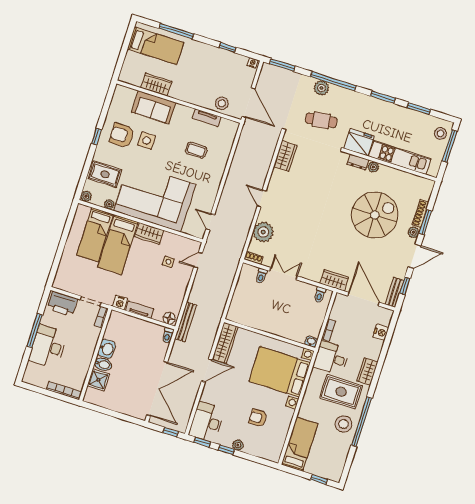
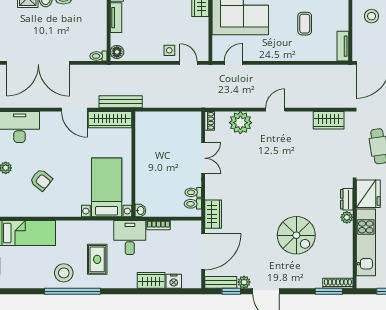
stool: (222, 103) -> (372, 16), moved
tv unit: (207, 118) -> (343, 46), moved
shoe rack: (421, 213) -> (338, 283), moved
spiral stairs: (375, 215) -> (296, 235), width x0.73, depth x0.73
window: (425, 222) -> (329, 291), moved
plant: (413, 232) -> (244, 282), moved
side table: (168, 262) -> (169, 50), moved
toilet: (261, 276) -> (193, 192), moved
bench: (186, 322) -> (121, 102), moved
wardrobe: (367, 371) -> (151, 280), moved
bed with nightstands: (280, 372) -> (107, 187), width x0.73
rug: (341, 392) -> (97, 259), width x0.73, depth x0.70
armchair: (258, 418) -> (41, 180), turned 129

